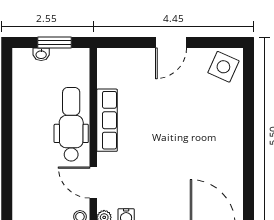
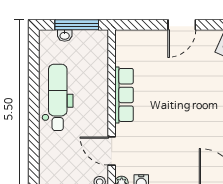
window: (55, 43) -> (77, 25), width x1.44
dental chair: (71, 124) -> (58, 97), moved

